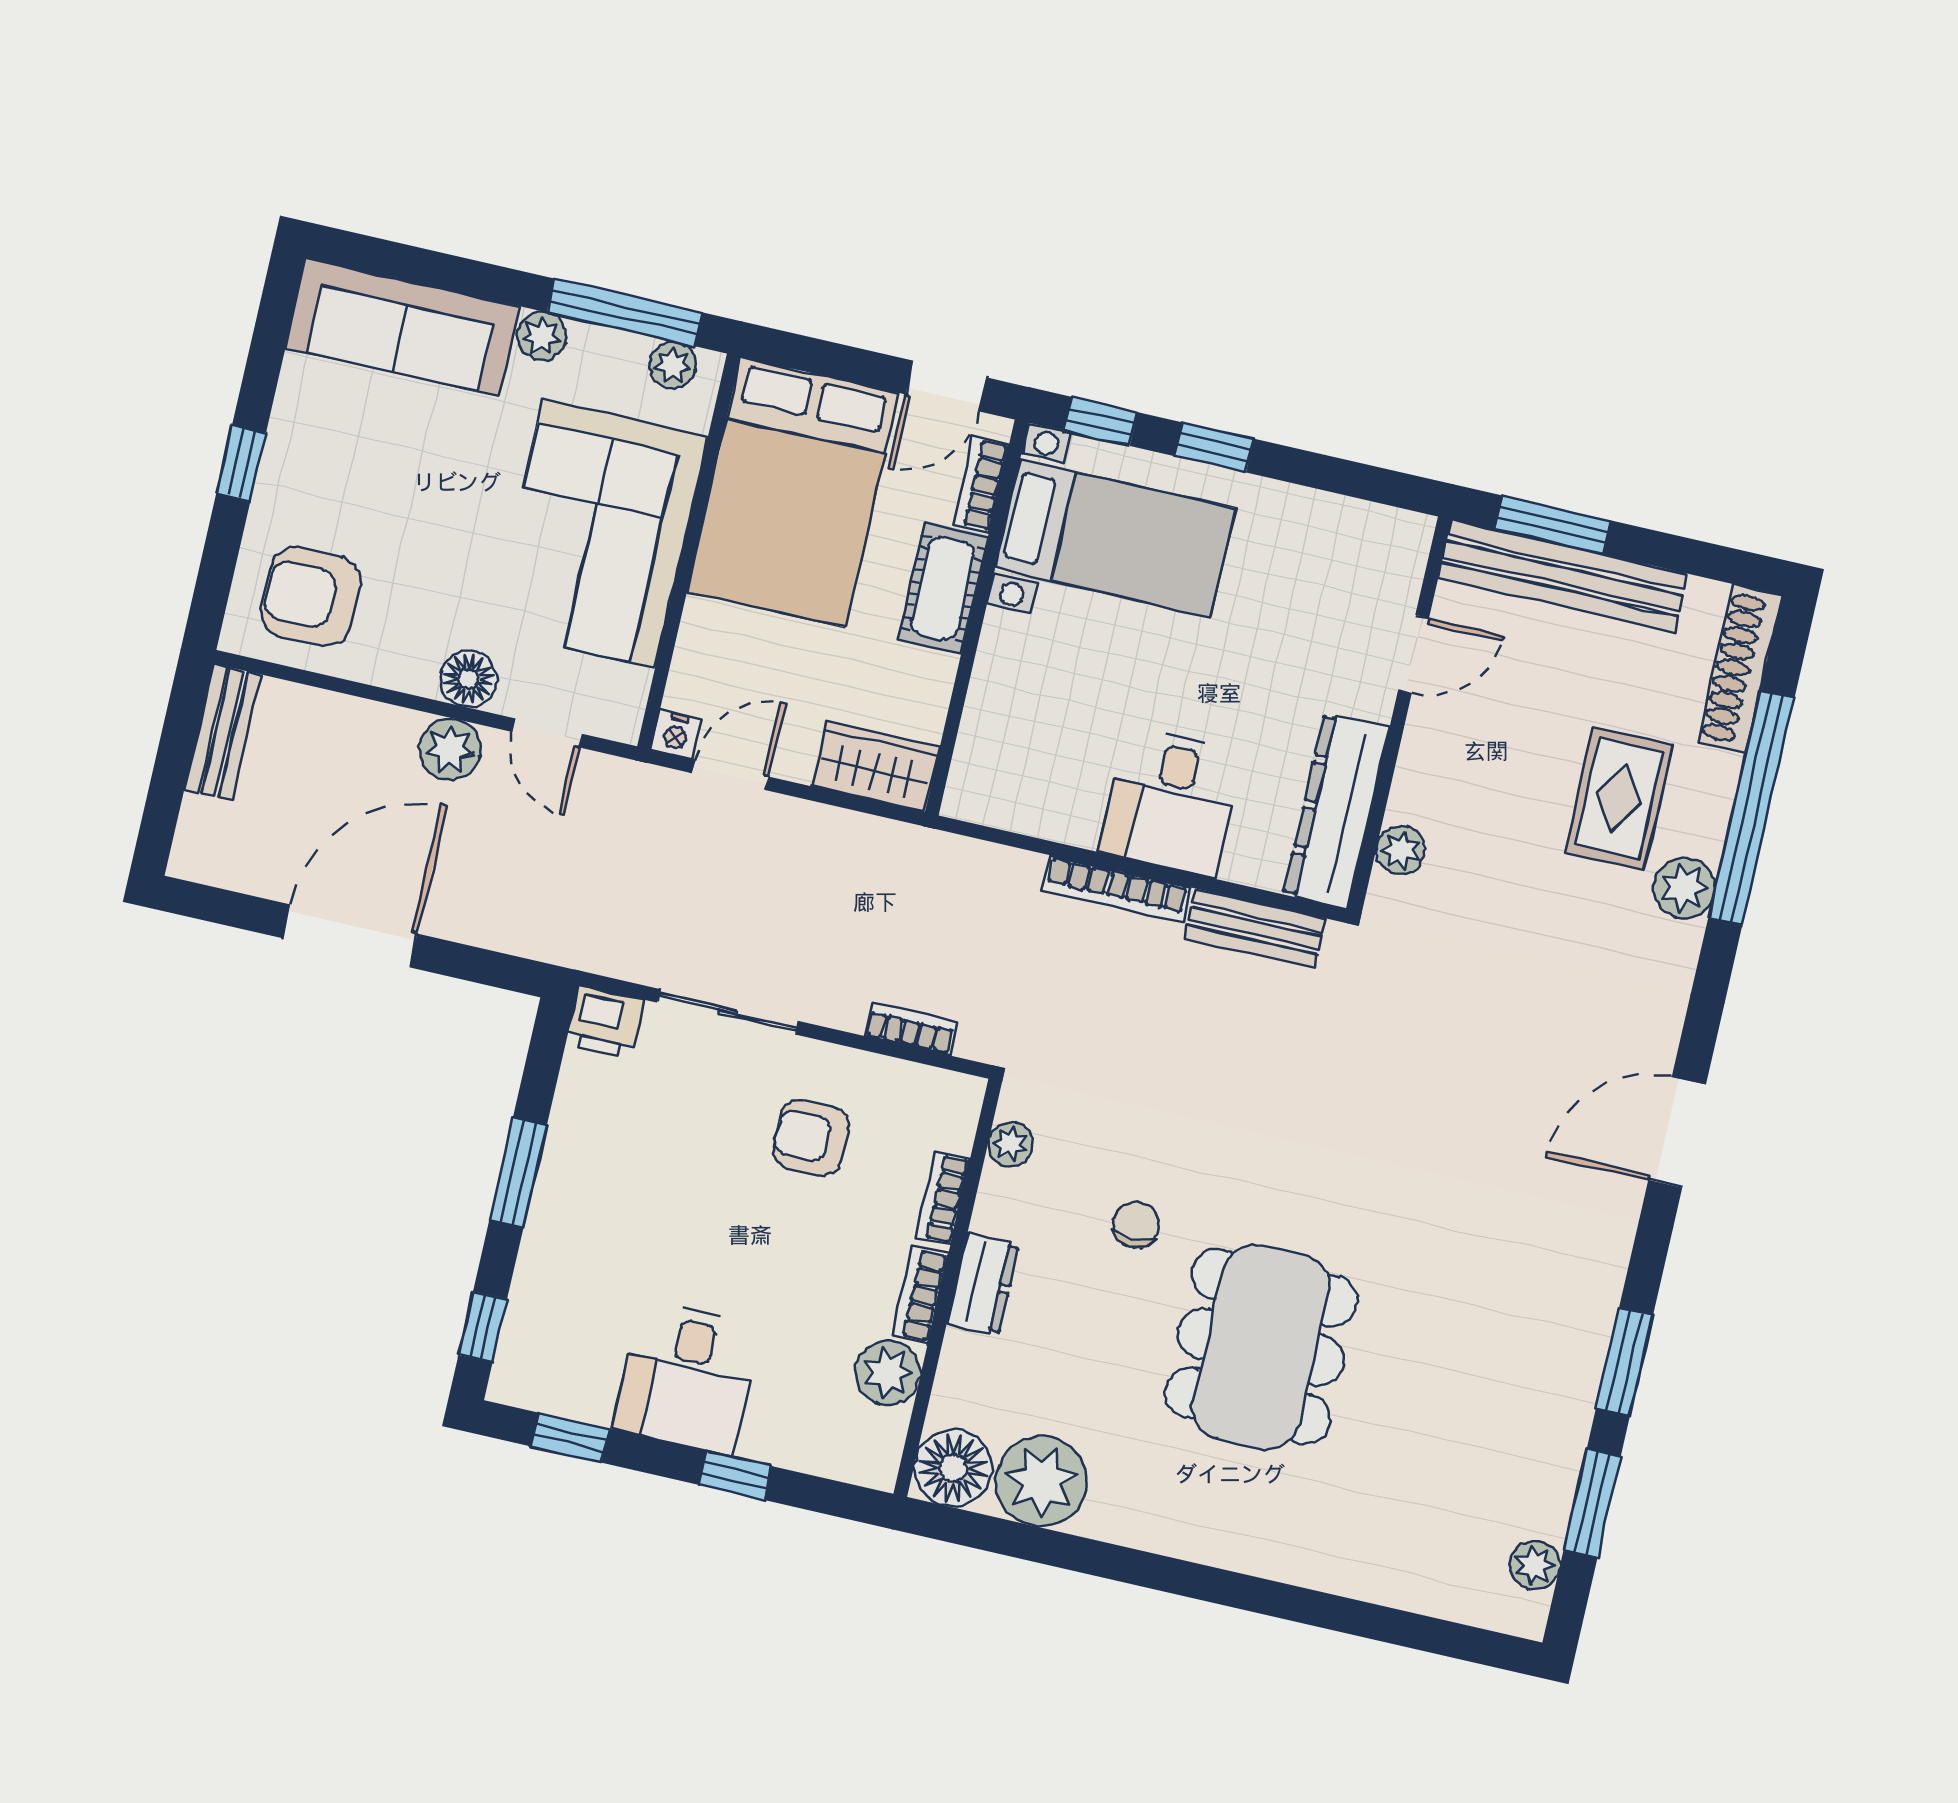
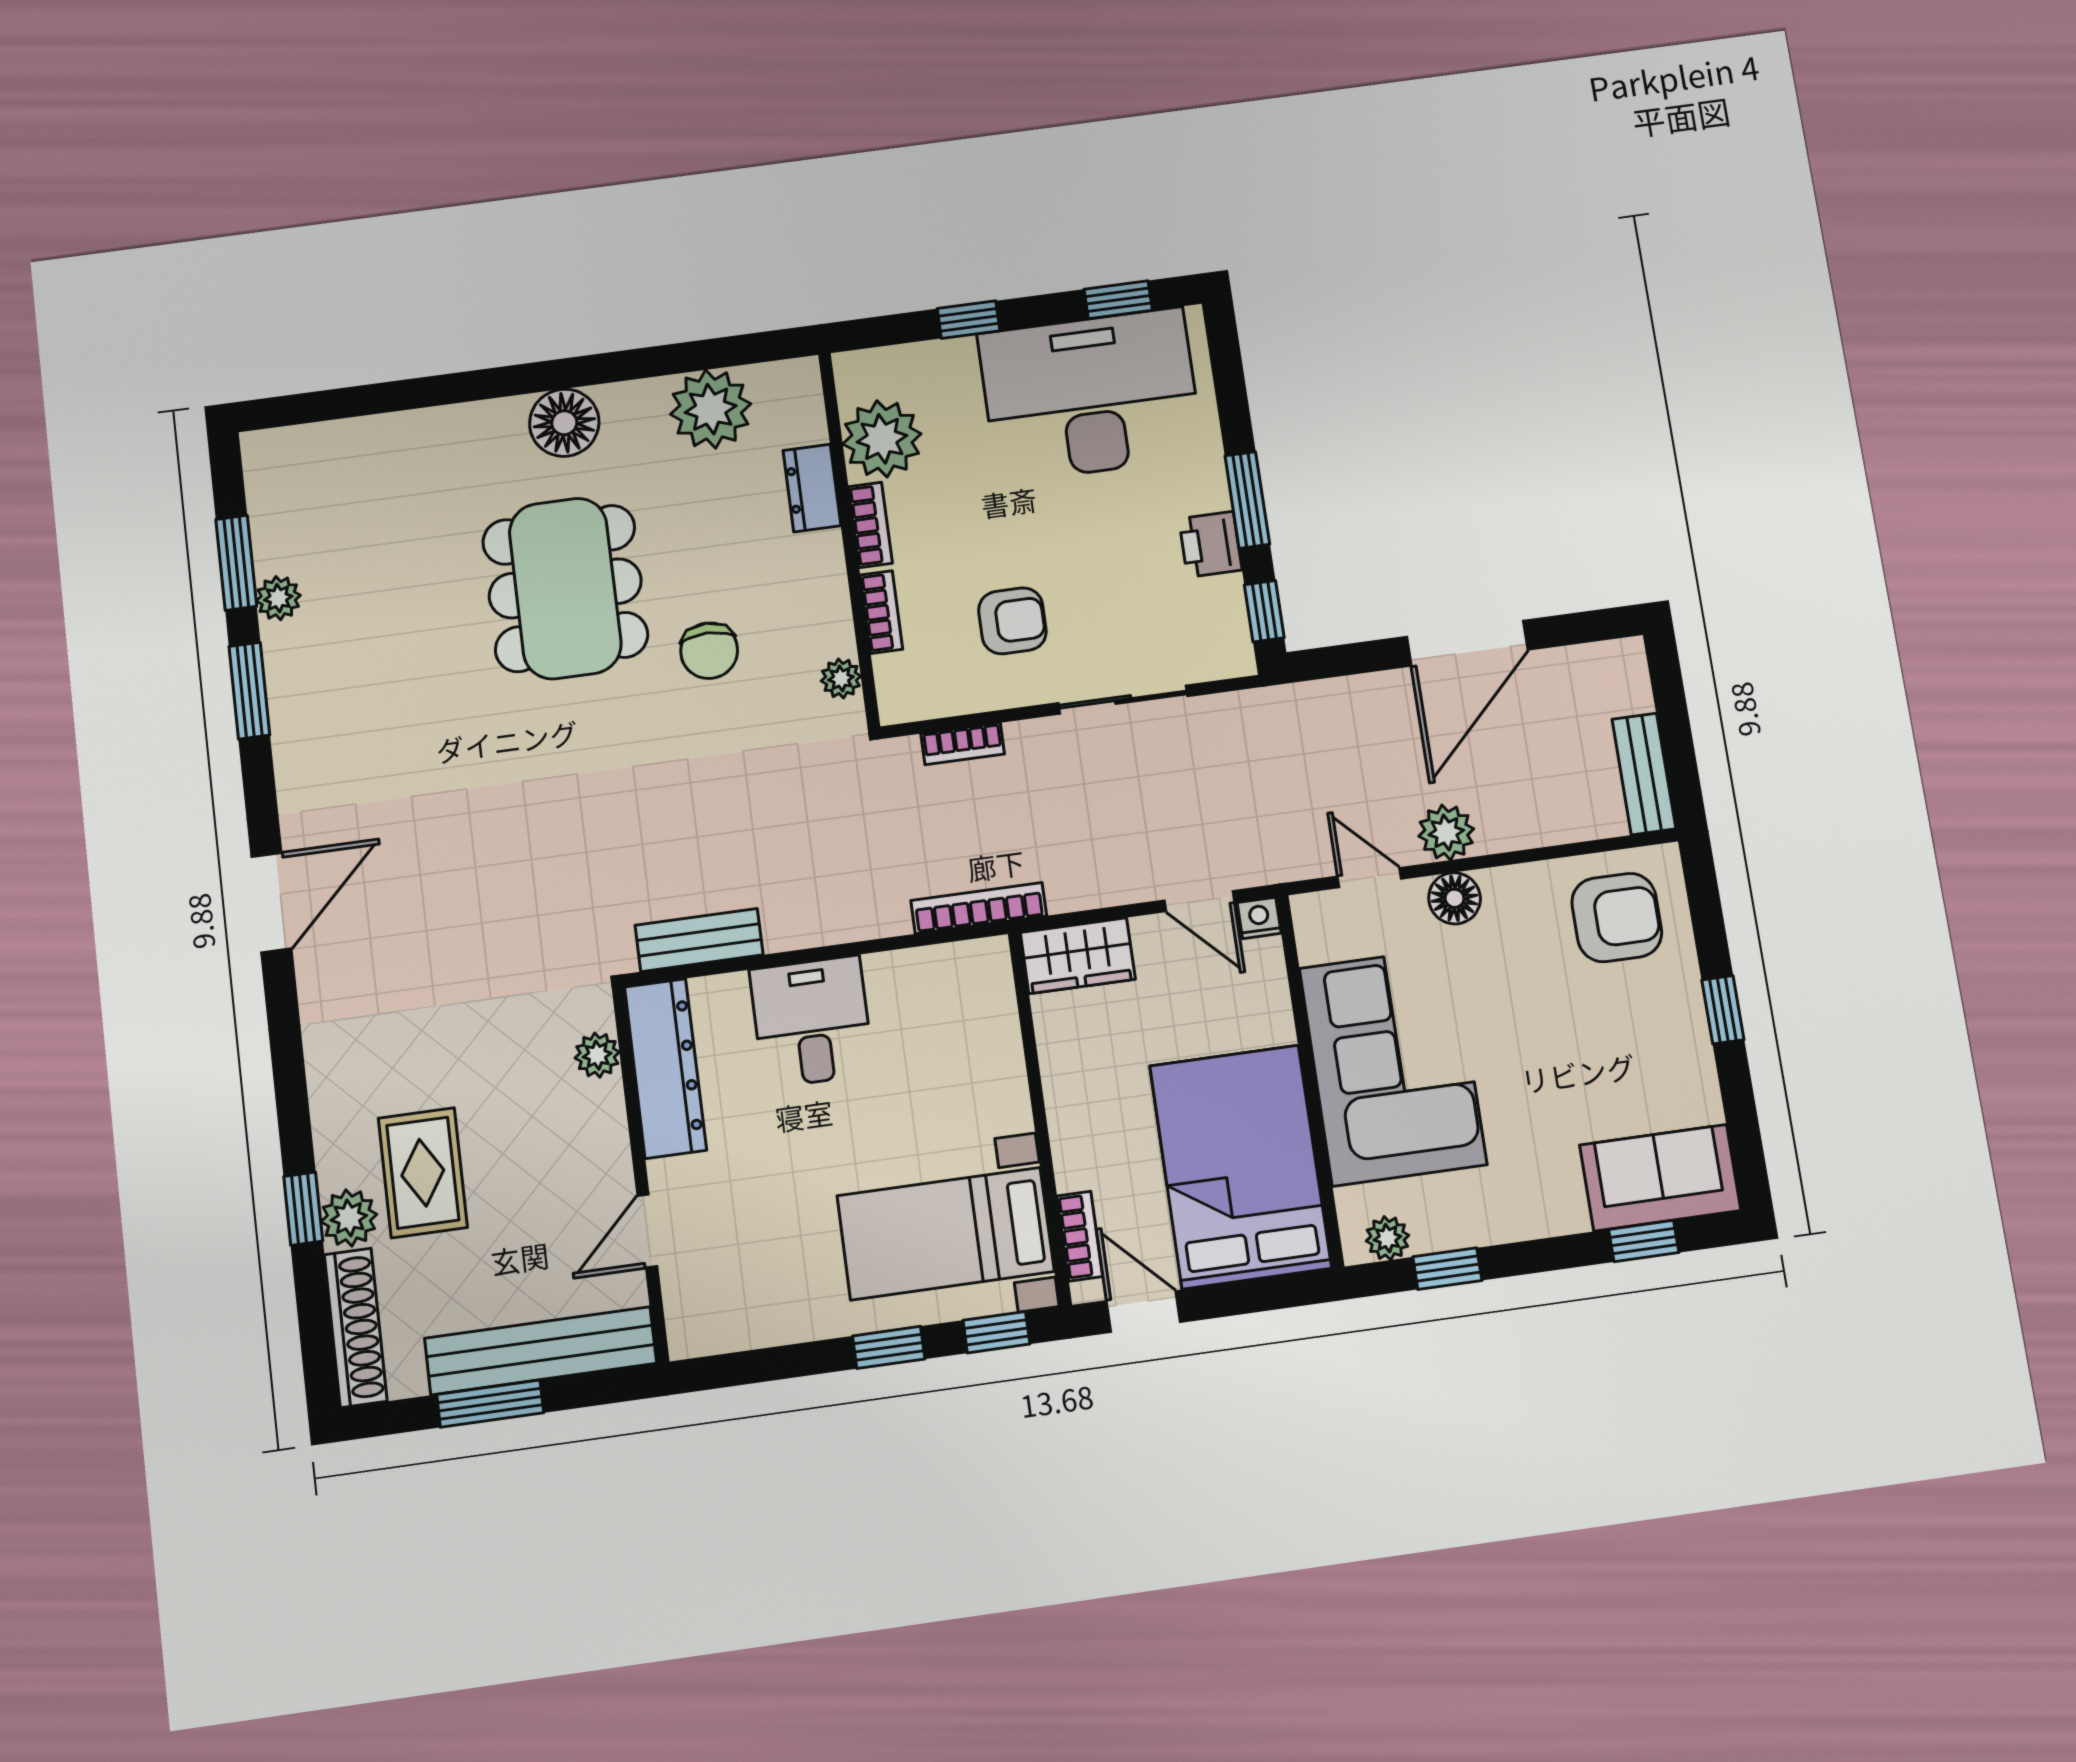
window: (416, 265) -> (1644, 1241), added
window: (625, 312) -> (1447, 1269), width x0.46
sofa: (402, 327) -> (1660, 1178), width x0.73
plant: (542, 336) -> (1510, 1220), removed
door: (946, 386) -> (1143, 1312), hinge flipped
window: (1553, 525) -> (490, 1404), moved
cot: (943, 589) -> (1078, 1132), removed
door: (730, 775) -> (1199, 901), hinge flipped
window: (1751, 808) -> (303, 1209), width x0.32
plant: (1684, 888) -> (349, 1218), moved
bookcase: (1117, 889) -> (979, 908), moved
printer: (605, 1022) -> (1210, 544), moved, turned -90
chair: (1136, 1225) -> (709, 651), width x1.37, depth x1.37
dresser: (983, 1284) -> (812, 488), moved
window: (483, 1327) -> (1264, 611), moved
plant: (888, 1373) -> (882, 439), width x1.36, depth x1.36
desk: (687, 1378) -> (1090, 395), width x1.87, depth x1.30
floor lamp: (953, 1468) -> (564, 423), moved
plant: (1535, 1565) -> (278, 598), moved

